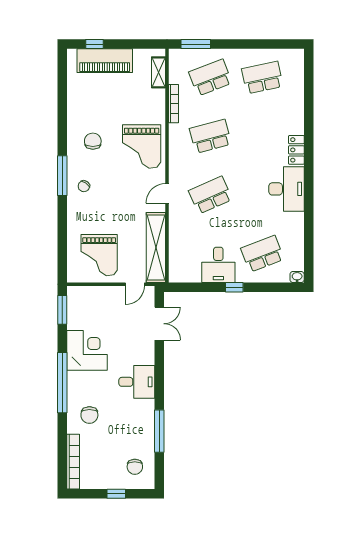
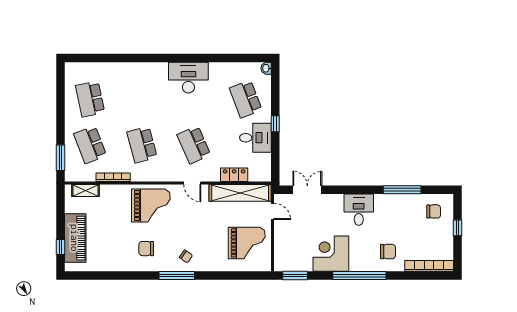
locker: (296, 150) -> (234, 175), moved, turned 180

